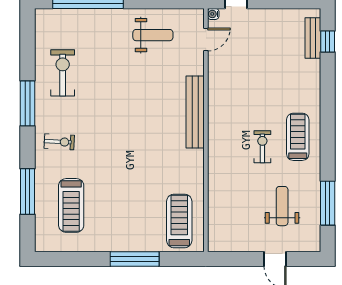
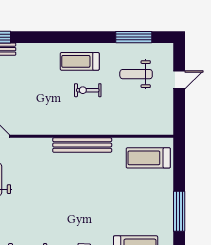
bench: (195, 112) -> (82, 145), moved
window: (135, 259) -> (179, 211), moved

